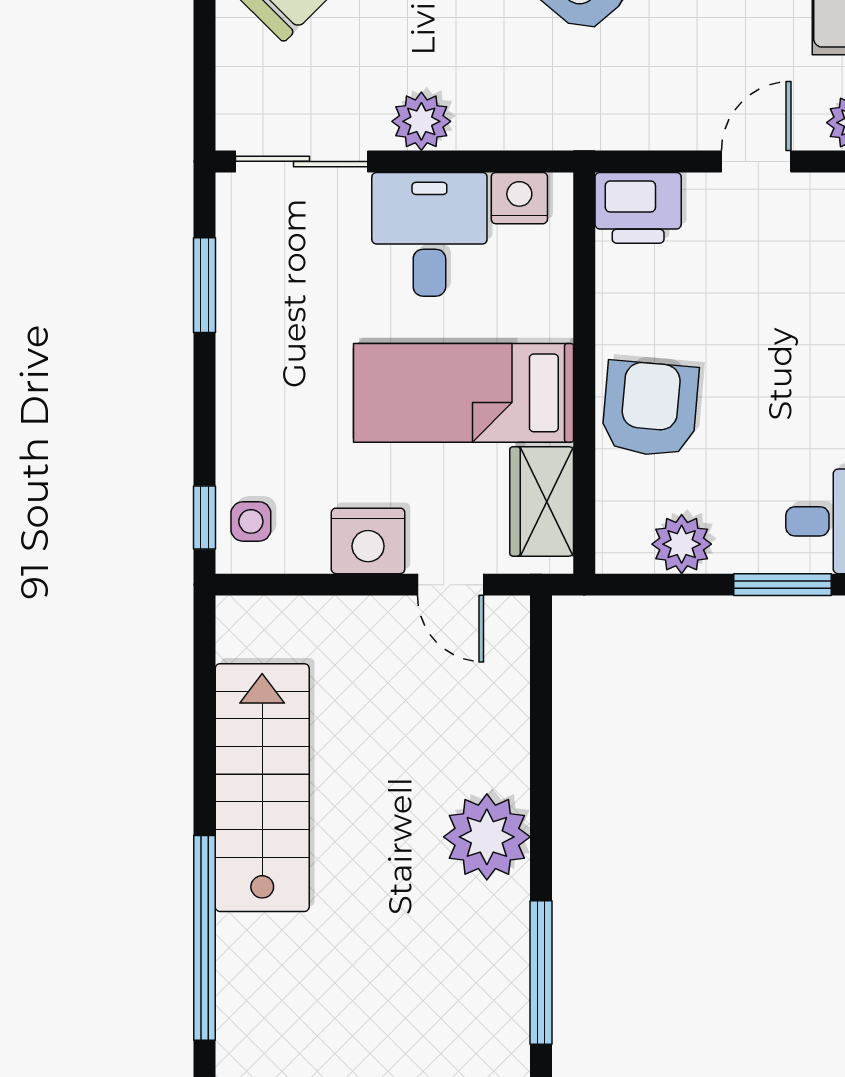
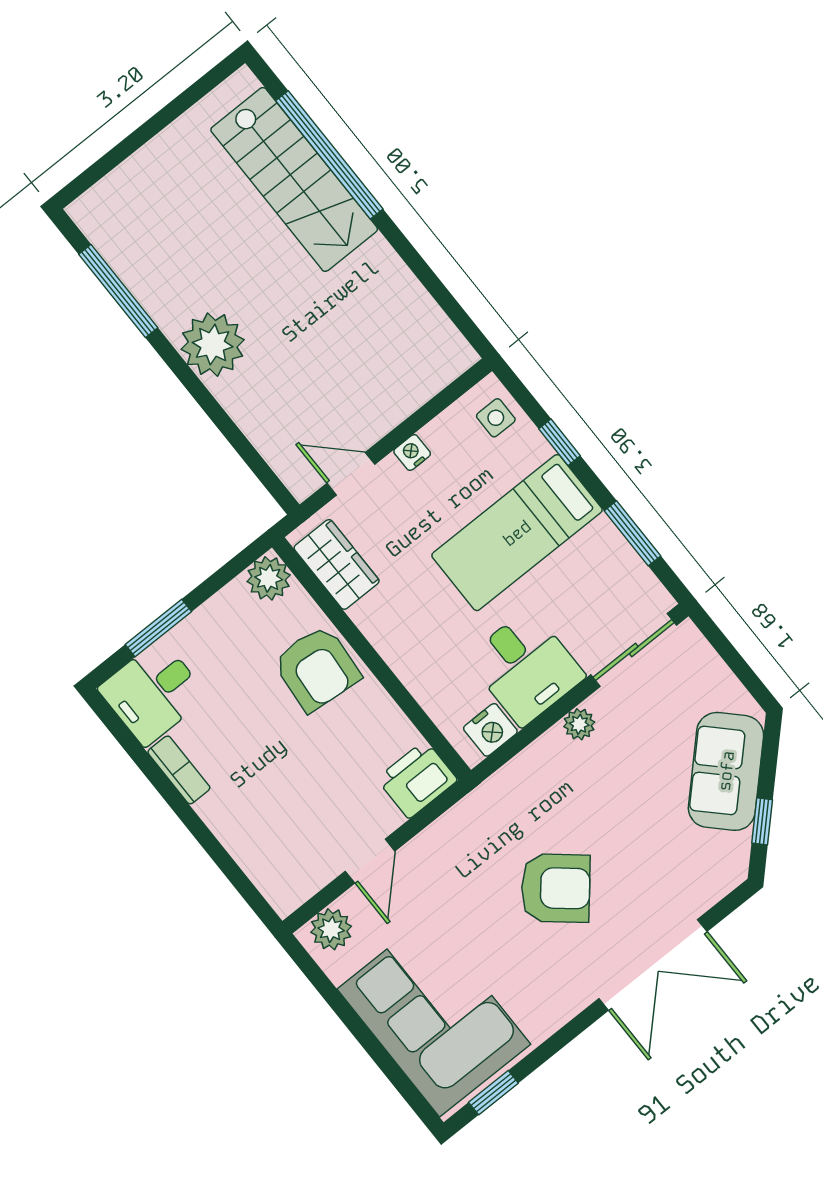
plant: (421, 121) -> (579, 724), width x0.73, depth x0.73
bed: (464, 393) -> (517, 533), moved, turned 180
window: (205, 517) -> (559, 442), moved
nightstand: (368, 541) -> (412, 452), width x0.53, depth x0.56
plant: (682, 544) -> (269, 578), moved
stairs: (262, 788) -> (294, 179), moved

